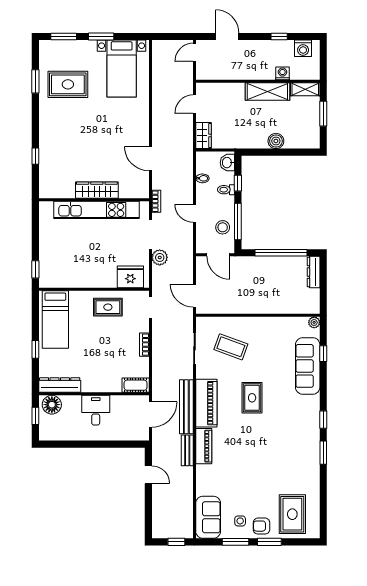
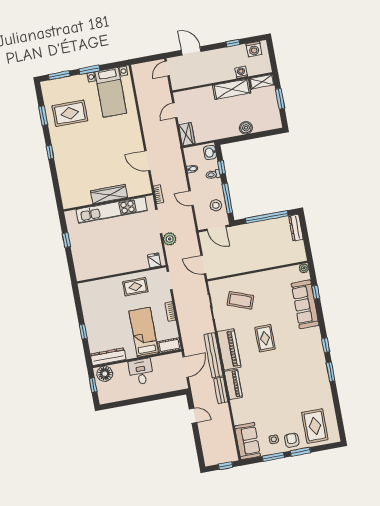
window: (35, 156) -> (50, 152), moved
window: (35, 269) -> (66, 240), moved
fridge: (130, 277) -> (154, 260), width x0.53, depth x0.75
bed: (55, 319) -> (144, 332), moved, turned 180
armchair: (261, 526) -> (292, 440), turned 90

